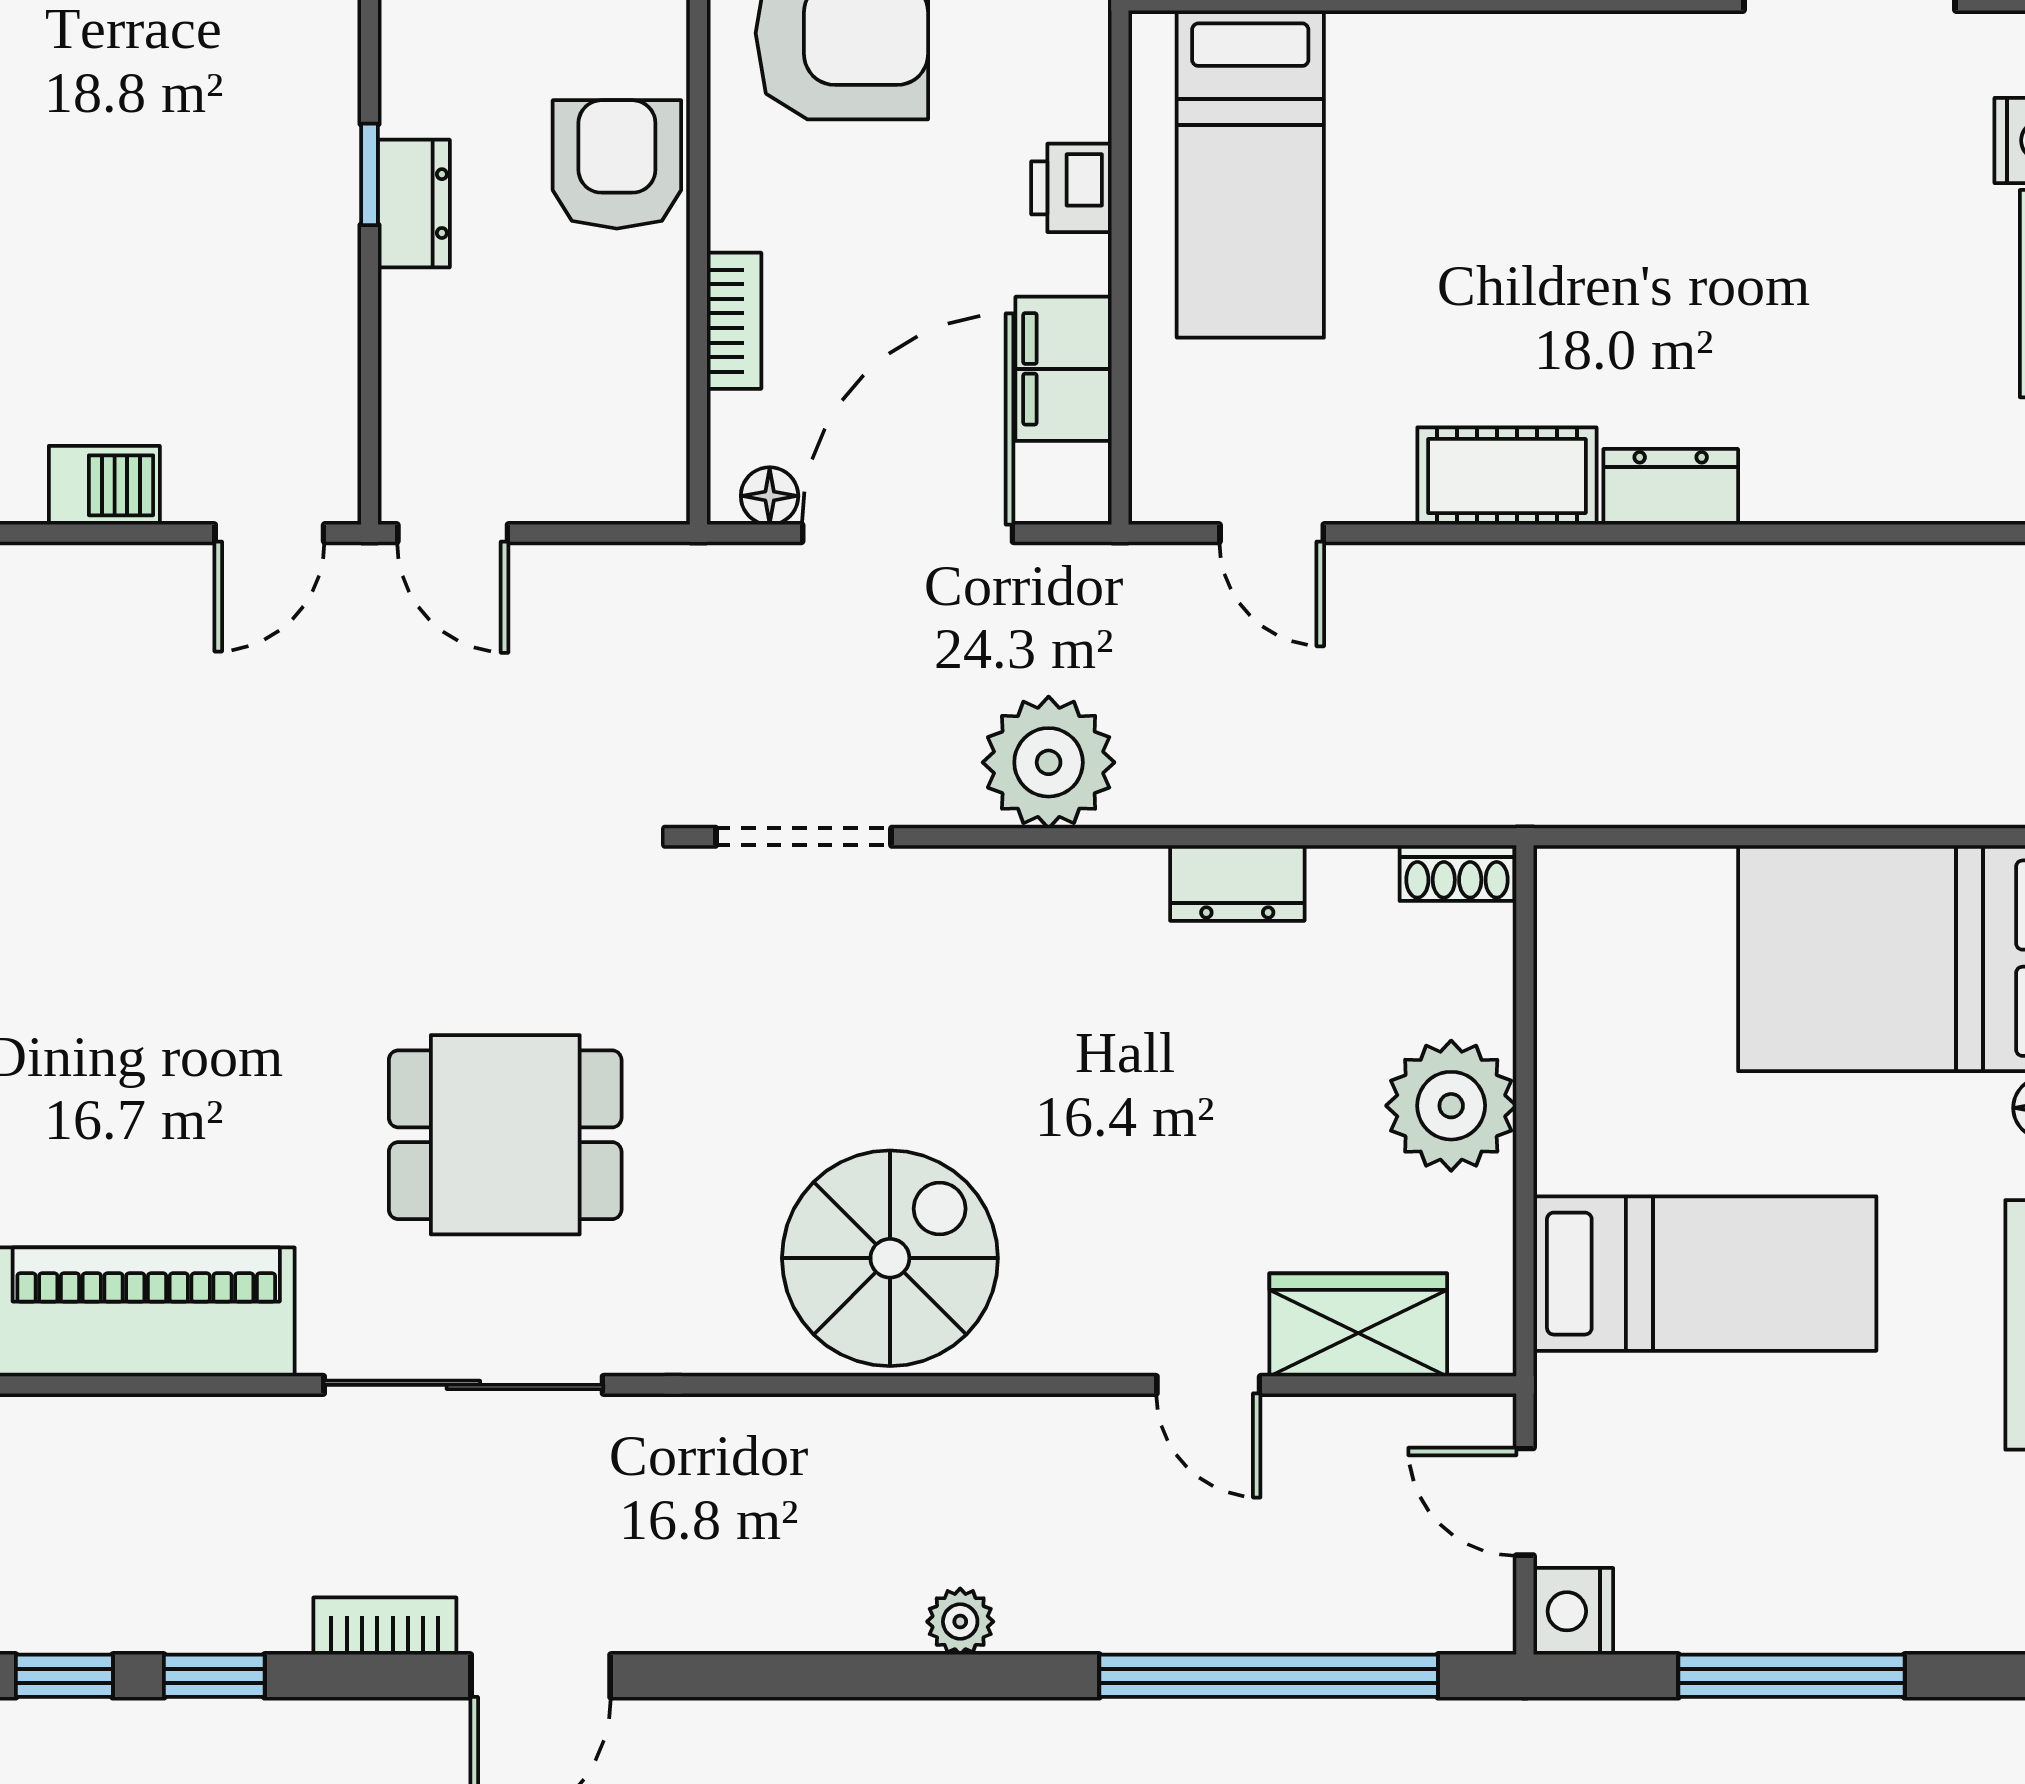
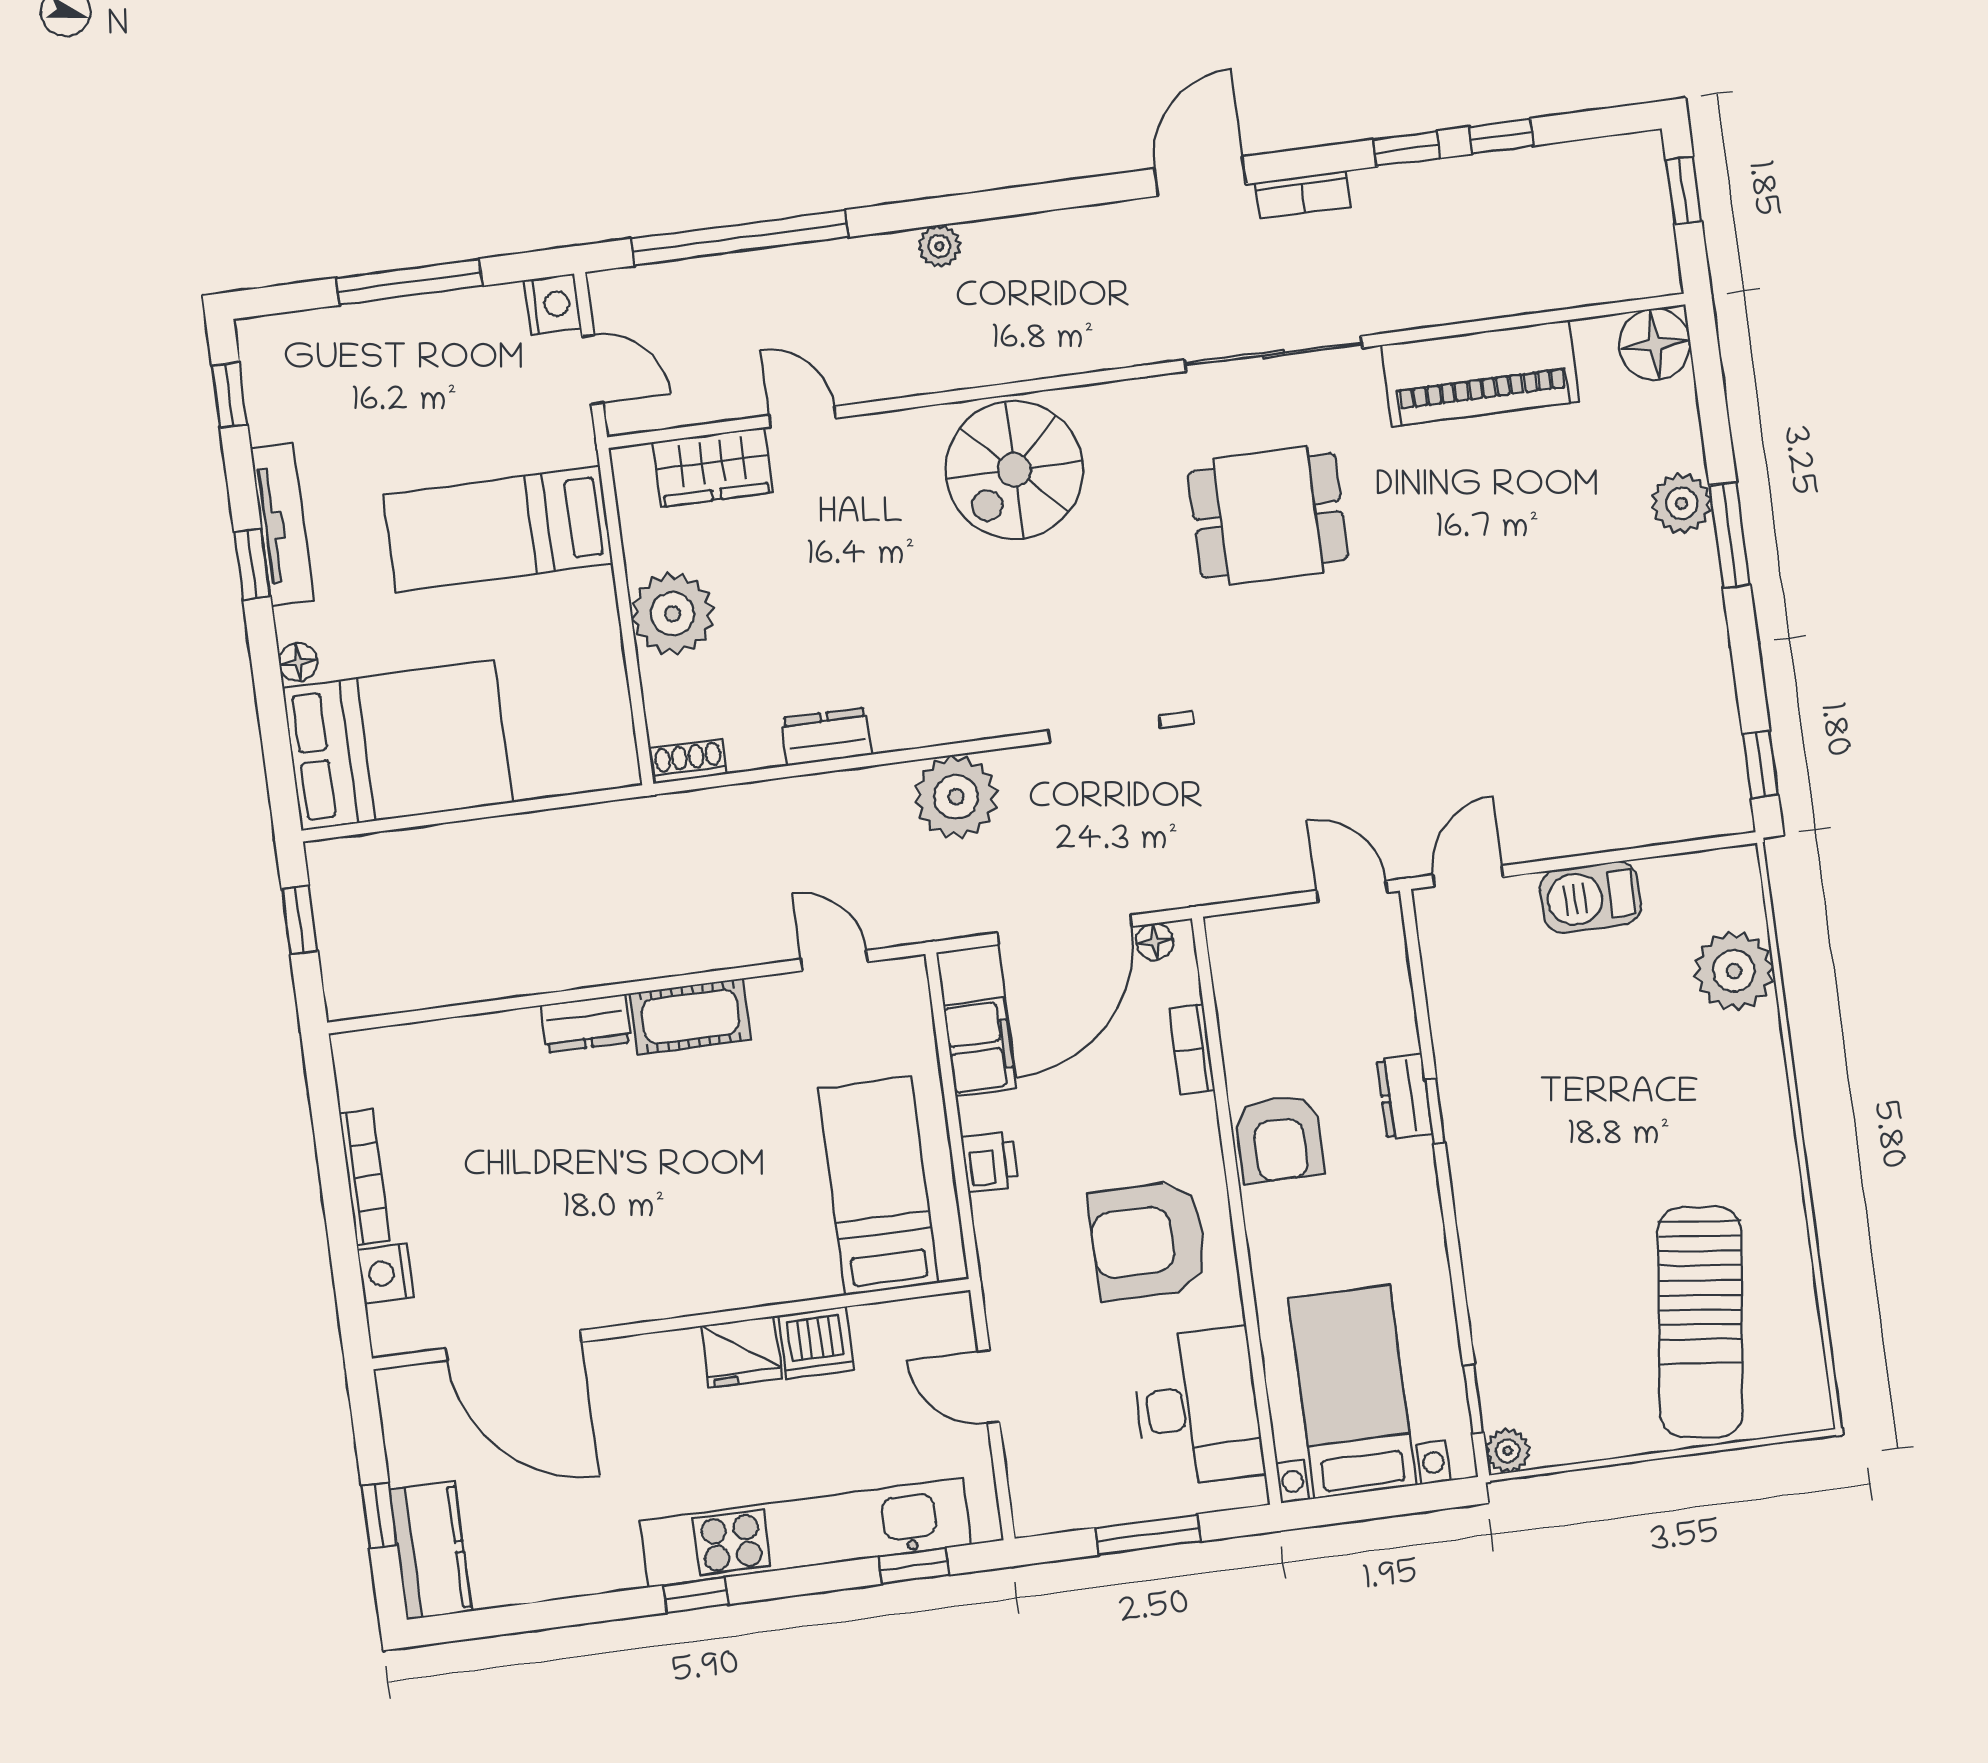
barbecue: (104, 485) -> (1590, 897), width x1.38, depth x1.27

